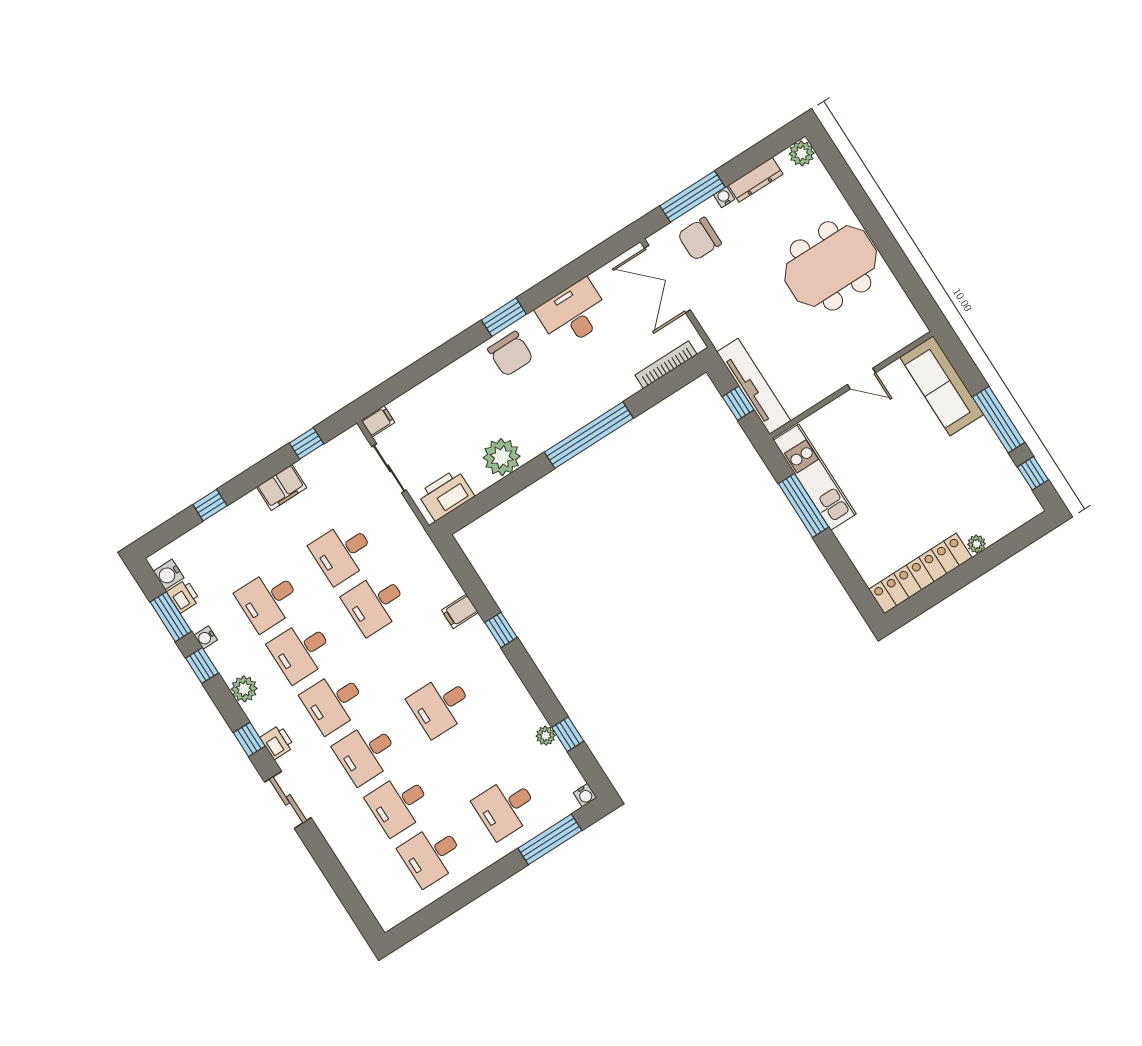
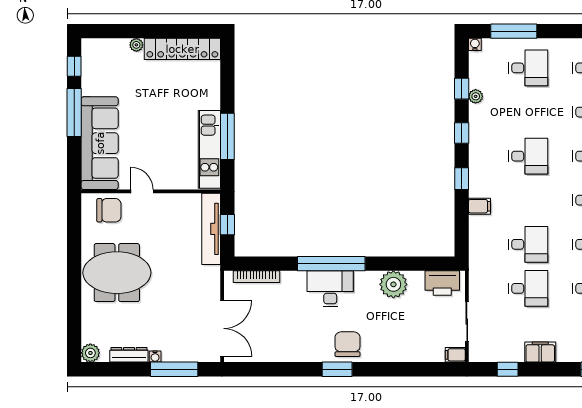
chair: (699, 239) -> (109, 210), moved
desk: (573, 314) -> (330, 289), moved, turned 180
sofa: (942, 386) -> (100, 143), width x1.36, depth x1.27
window: (535, 683) -> (462, 133), added

